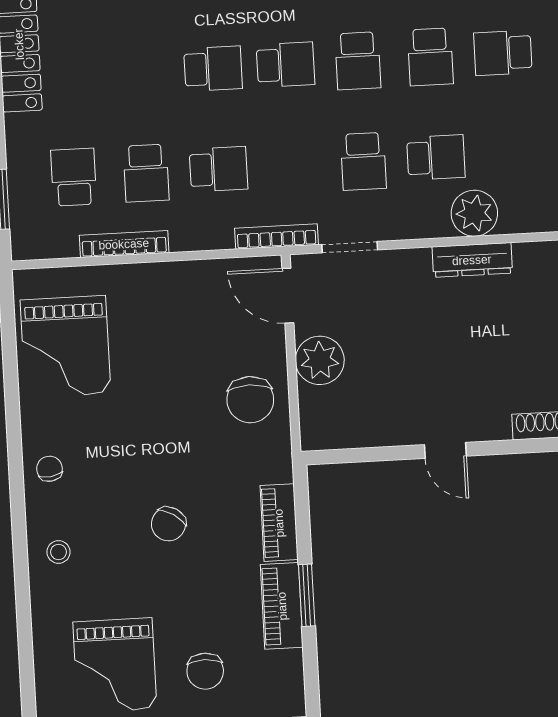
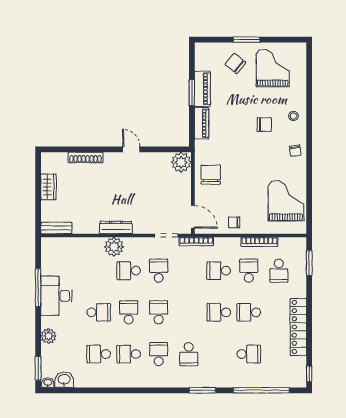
school desk: (285, 65) -> (249, 312), moved
chair: (188, 288) -> (234, 222), added
plant: (320, 360) -> (181, 162), moved
chair: (168, 524) -> (264, 125), moved, turned 58
chair: (205, 671) -> (235, 63), turned -51

